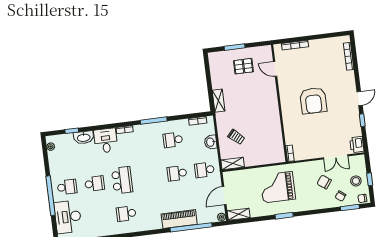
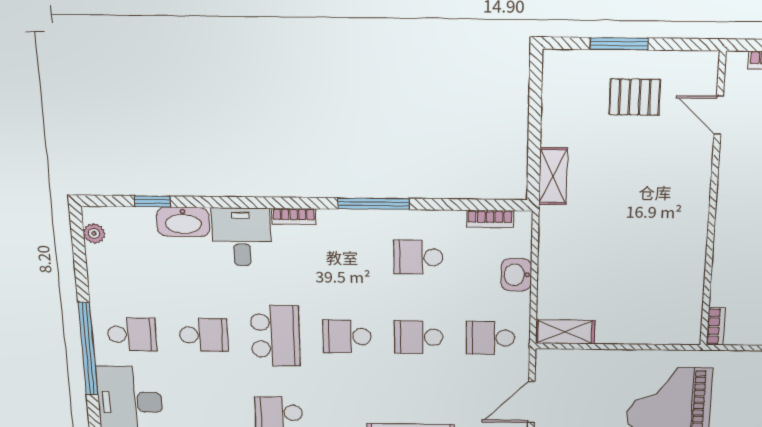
trolley: (236, 137) -> (585, 271), removed
school desk: (150, 177) -> (347, 336), added

